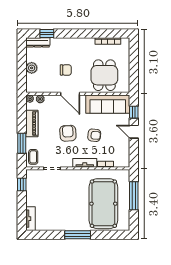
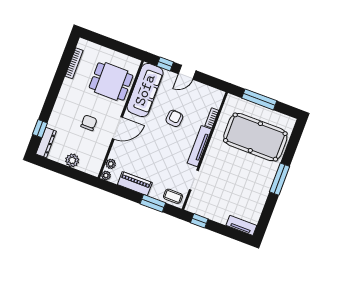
armchair: (68, 133) -> (161, 147), removed
tv unit: (85, 163) -> (199, 146), width x1.41

